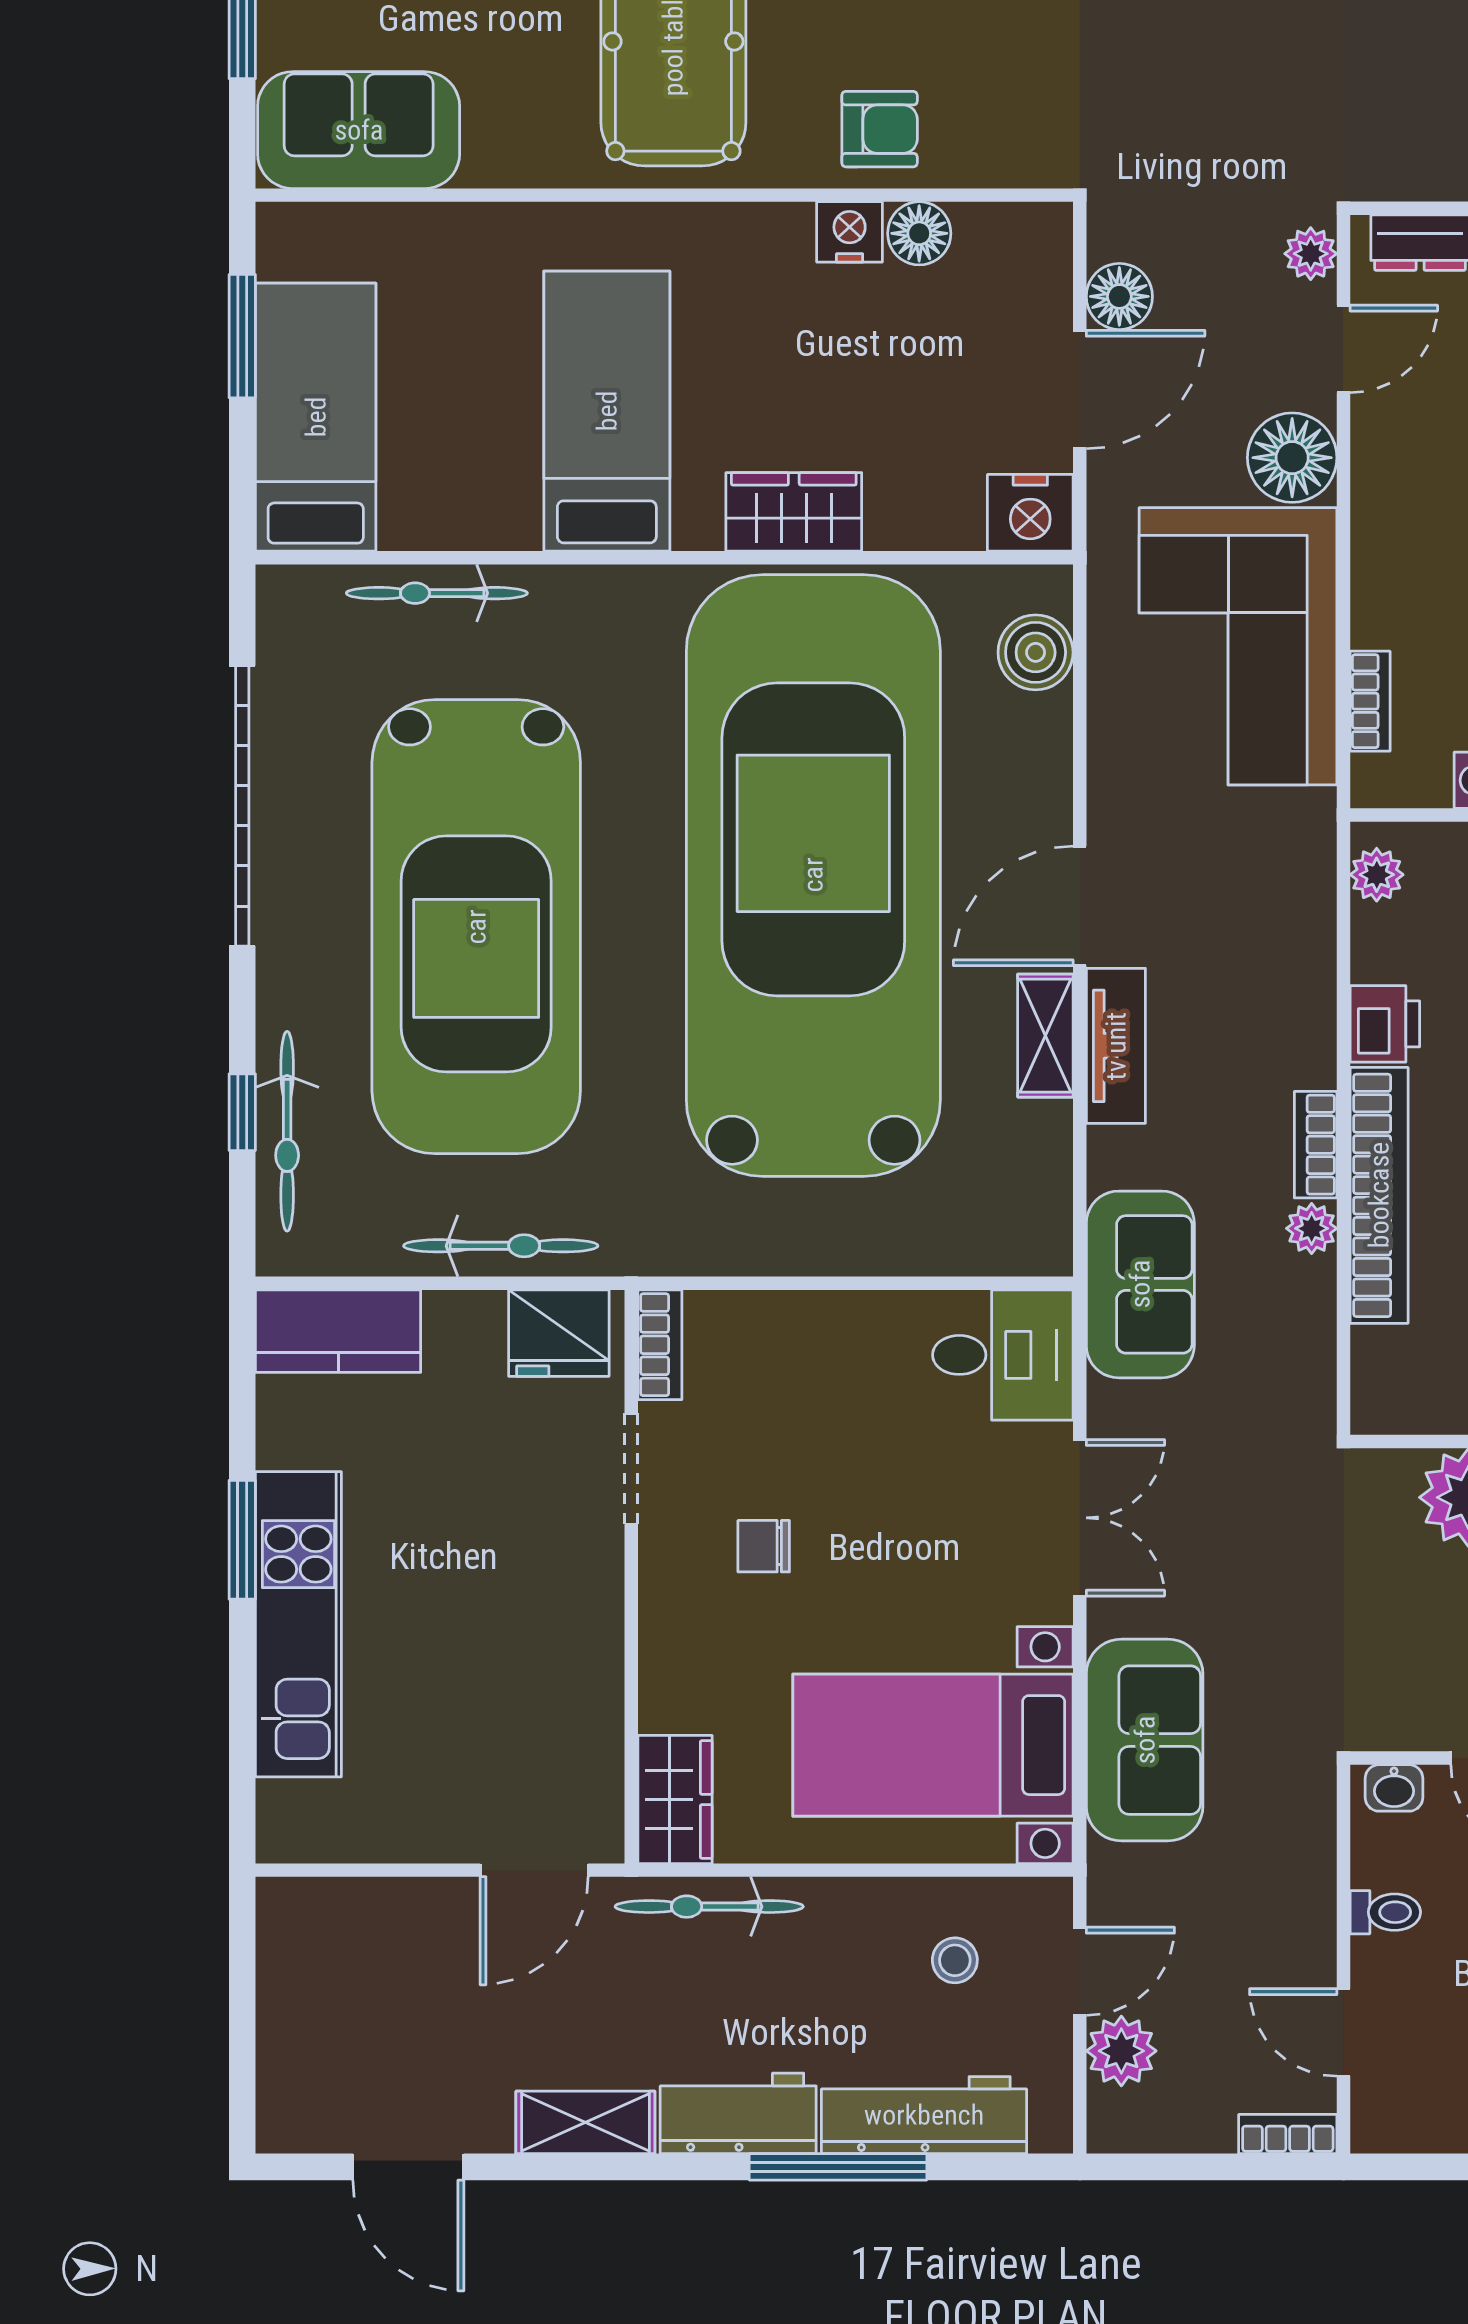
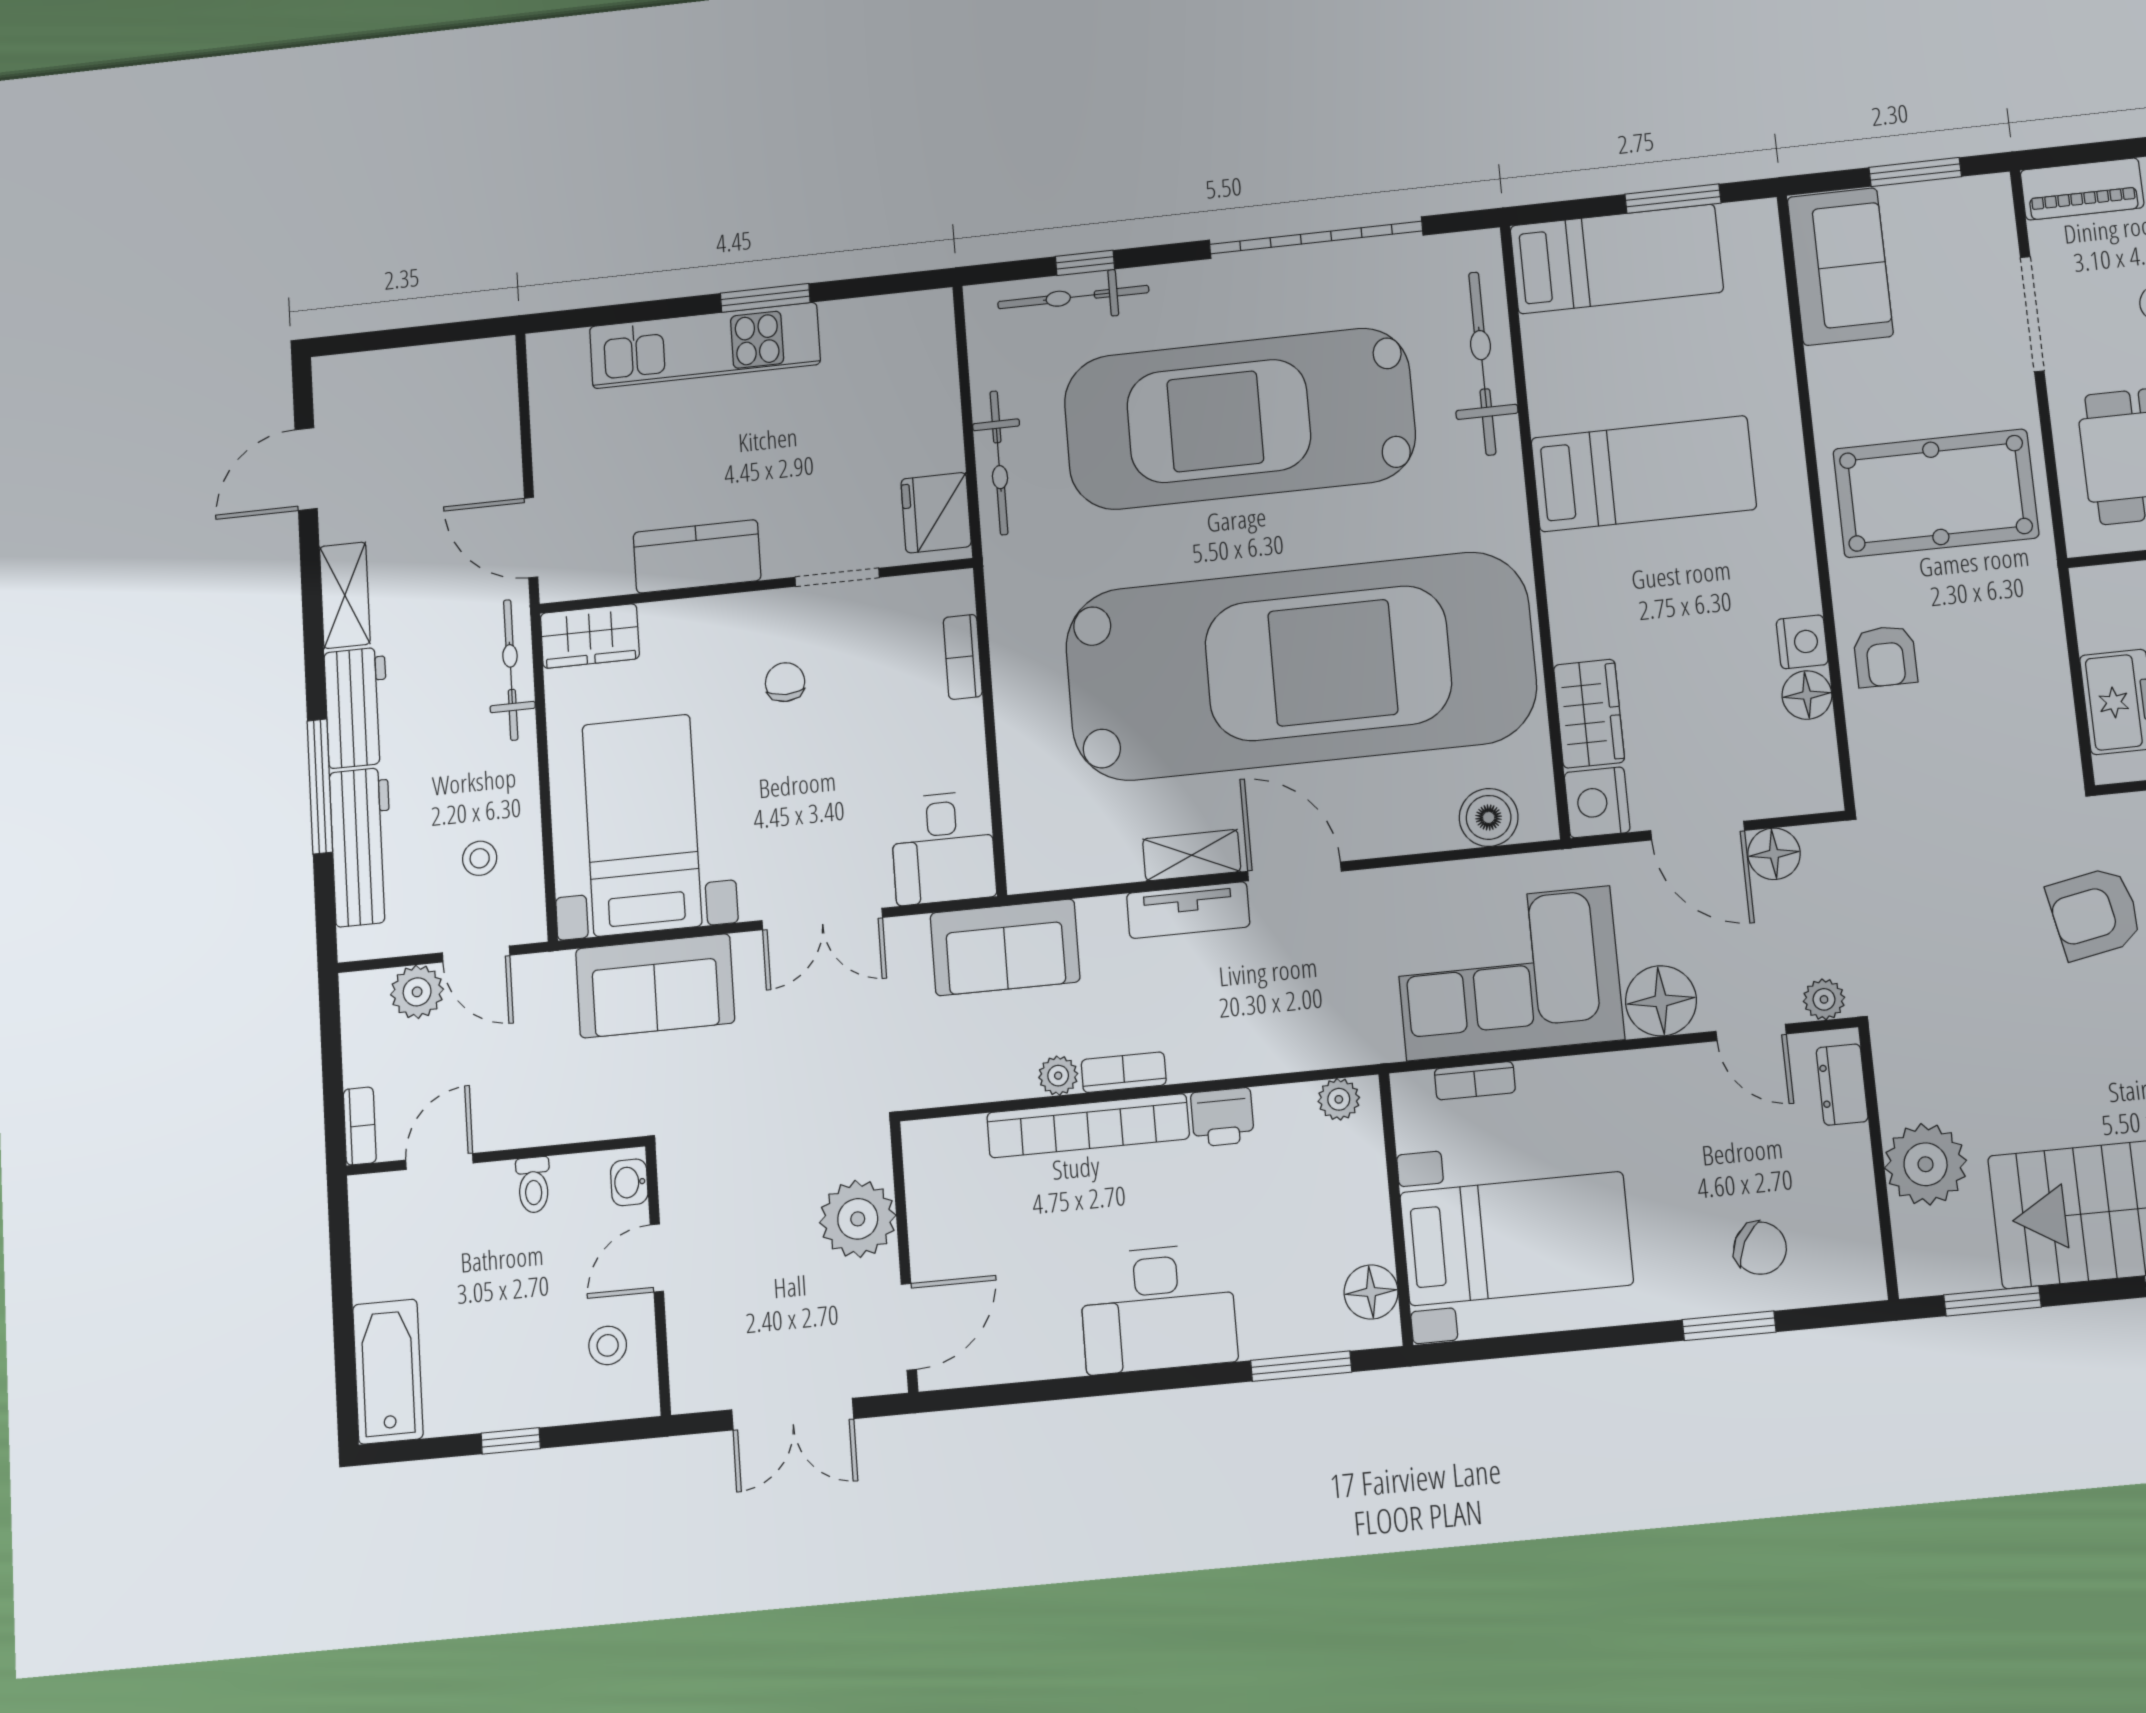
wardrobe: (794, 512) -> (1589, 714), moved
bicycle: (437, 593) -> (1482, 363), width x1.37, depth x1.40
kitchen counter: (338, 1331) -> (697, 556), moved, turned 90
bookcase: (660, 1345) -> (963, 657), moved, turned 90

